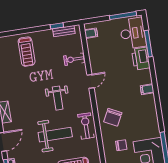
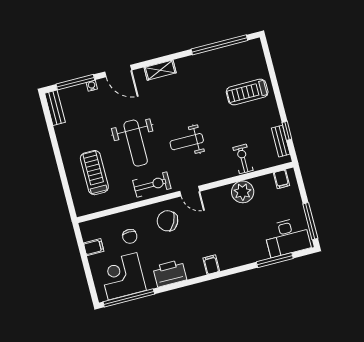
printer: (141, 59) -> (170, 273), moved
plant: (97, 62) -> (243, 192), added
door: (90, 81) -> (190, 191), moved

